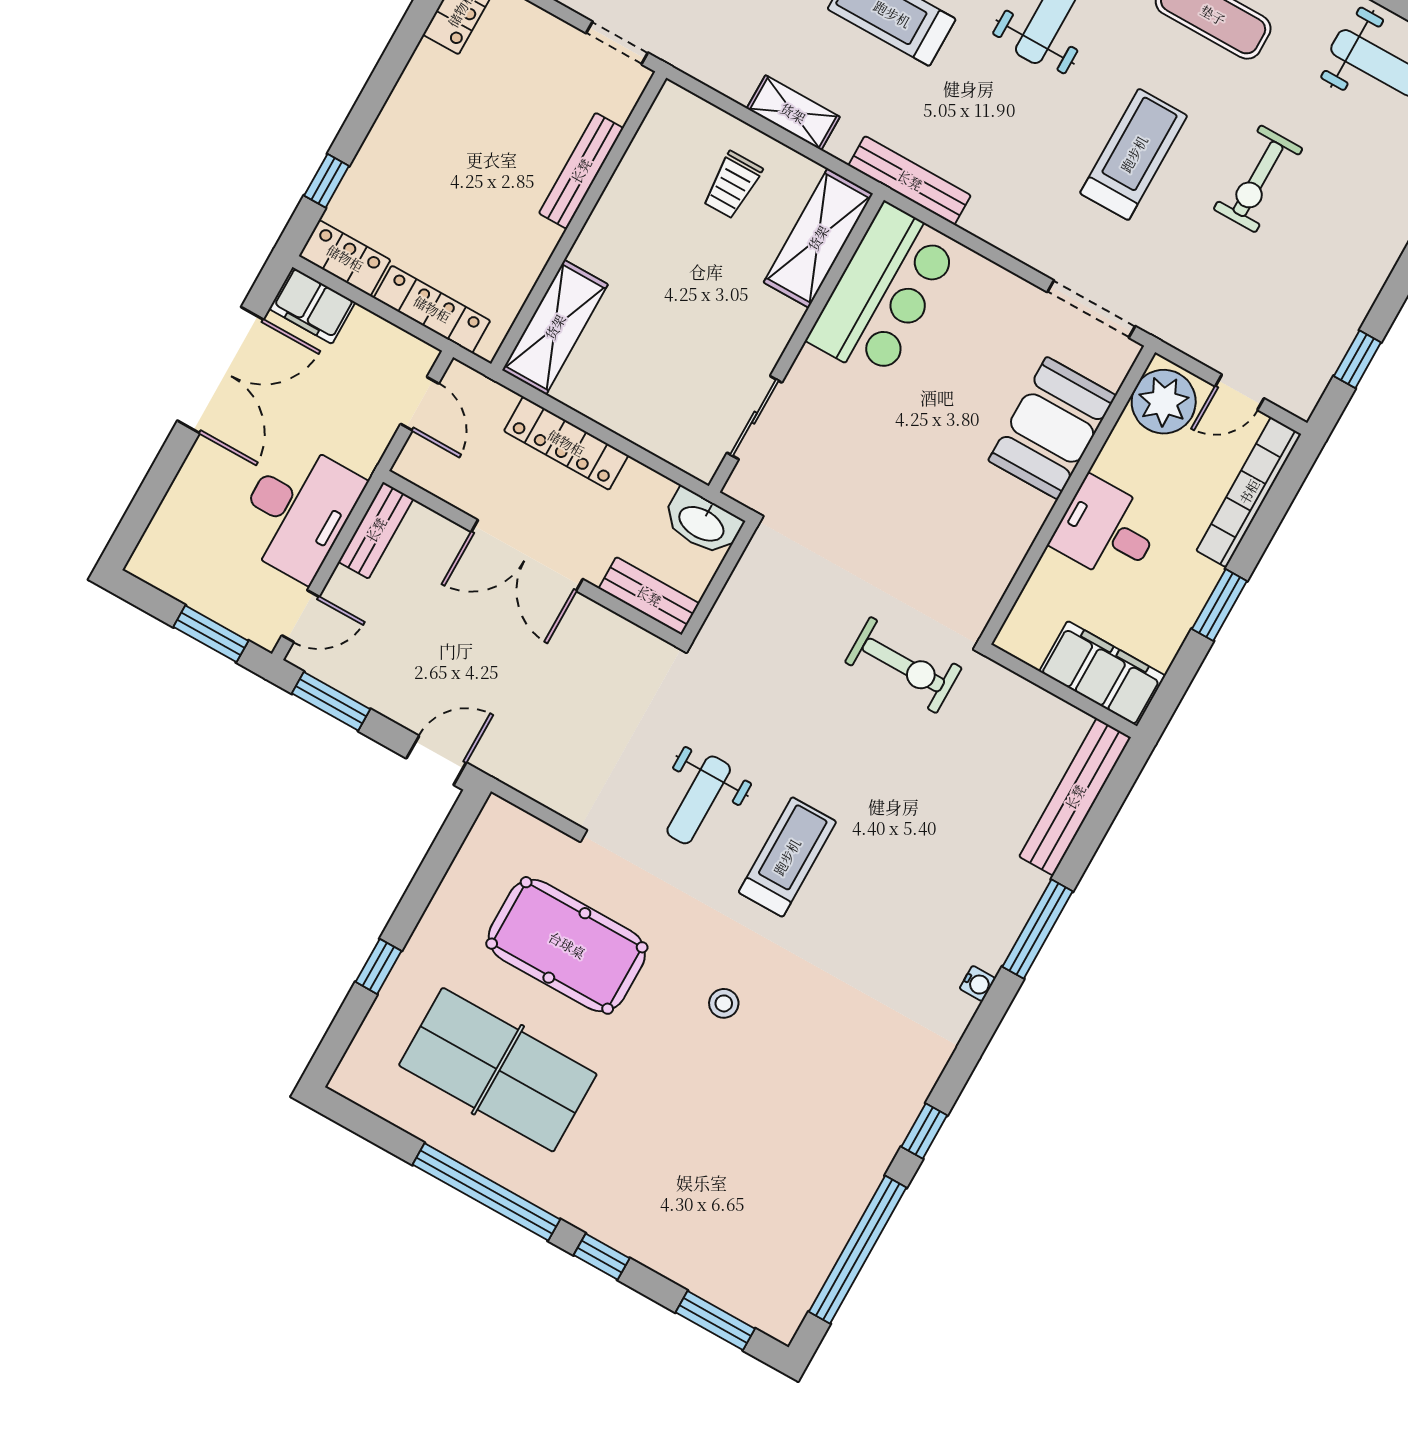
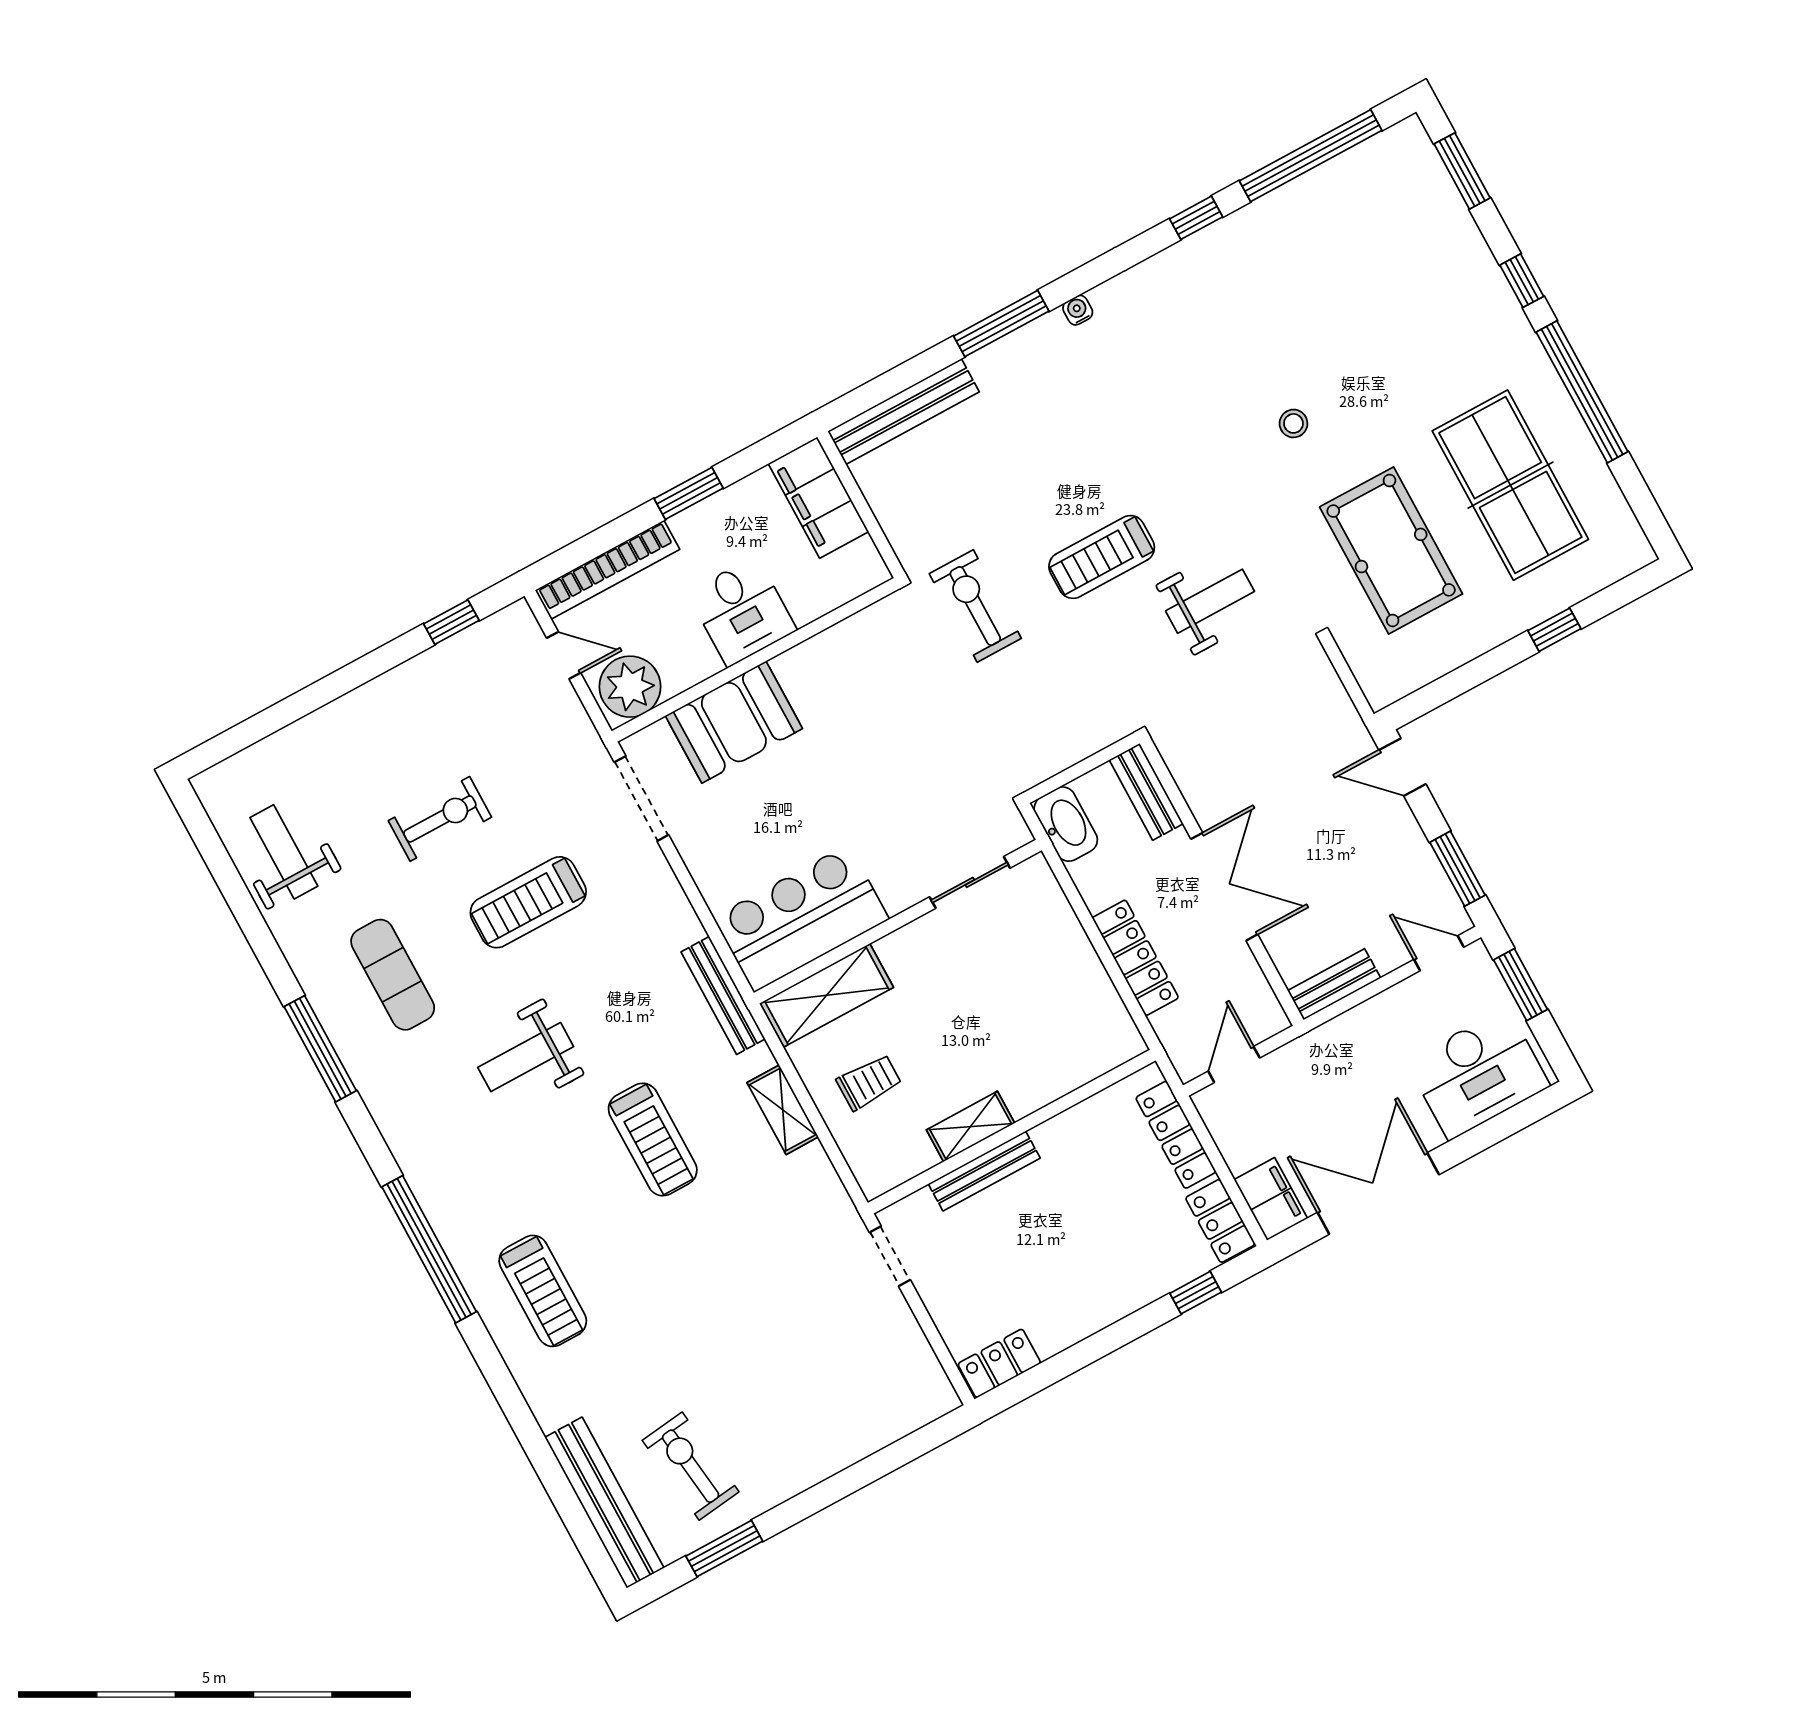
shelving: (555, 327) -> (971, 1127), moved, width x0.67, depth x0.75
desk: (298, 511) -> (1478, 1074), moved, turned 180
treadmill: (787, 857) -> (1102, 557), moved

